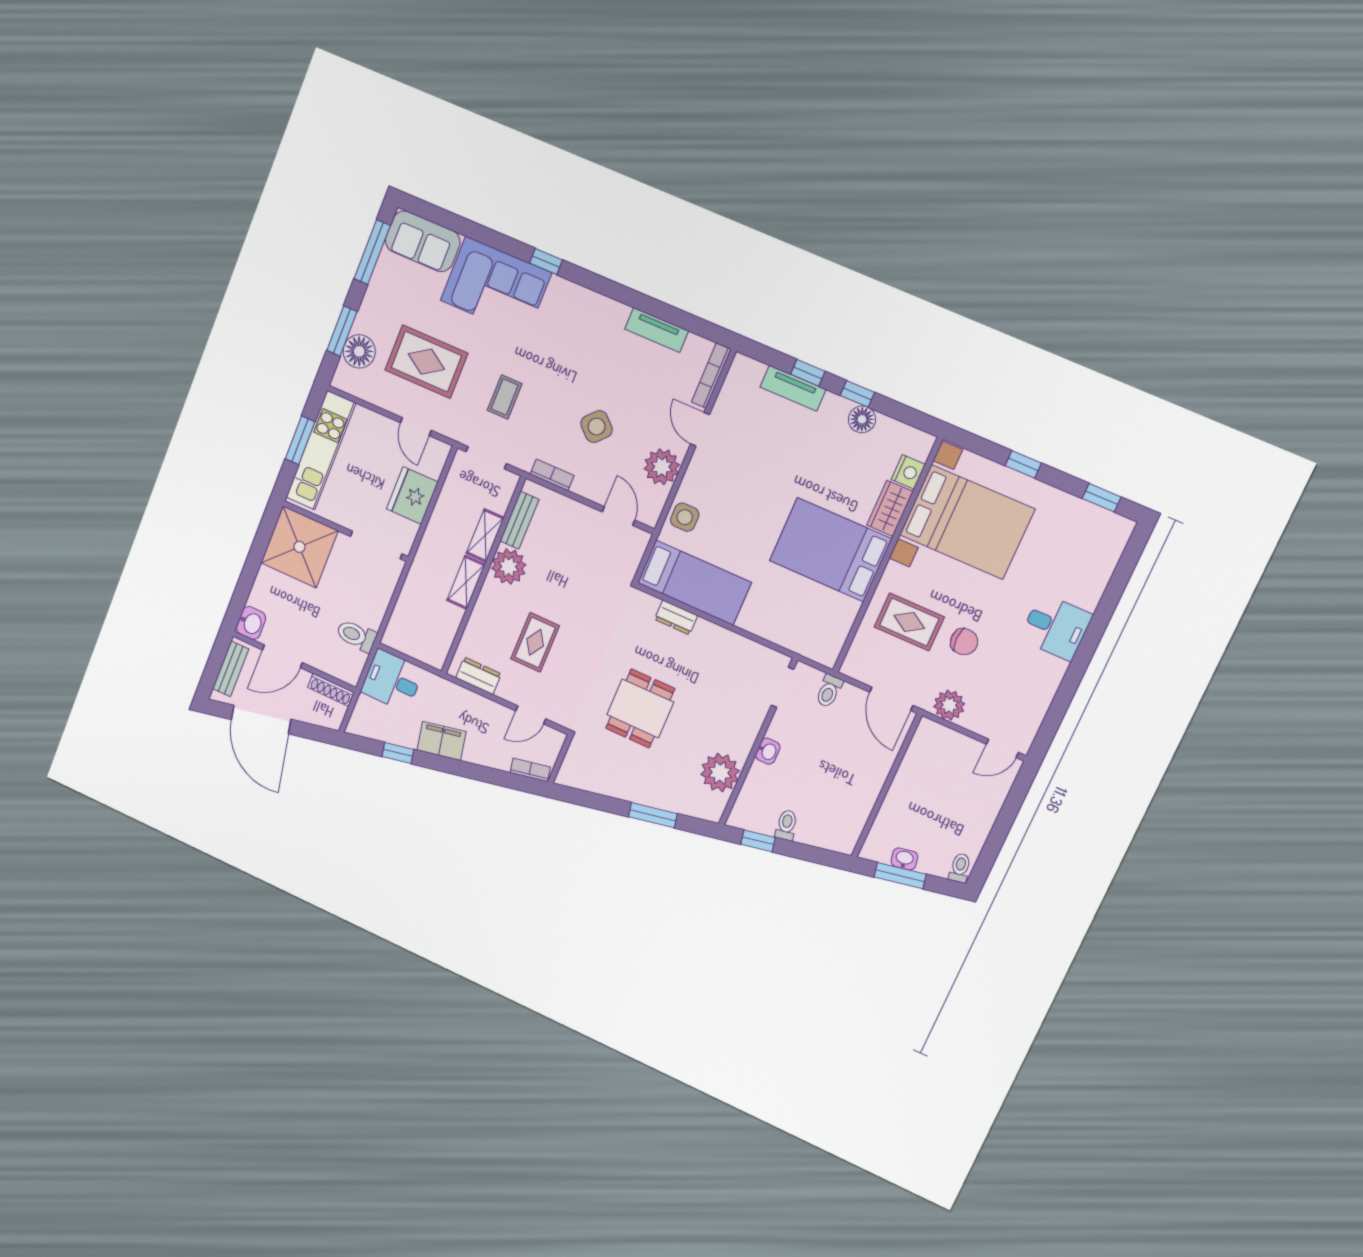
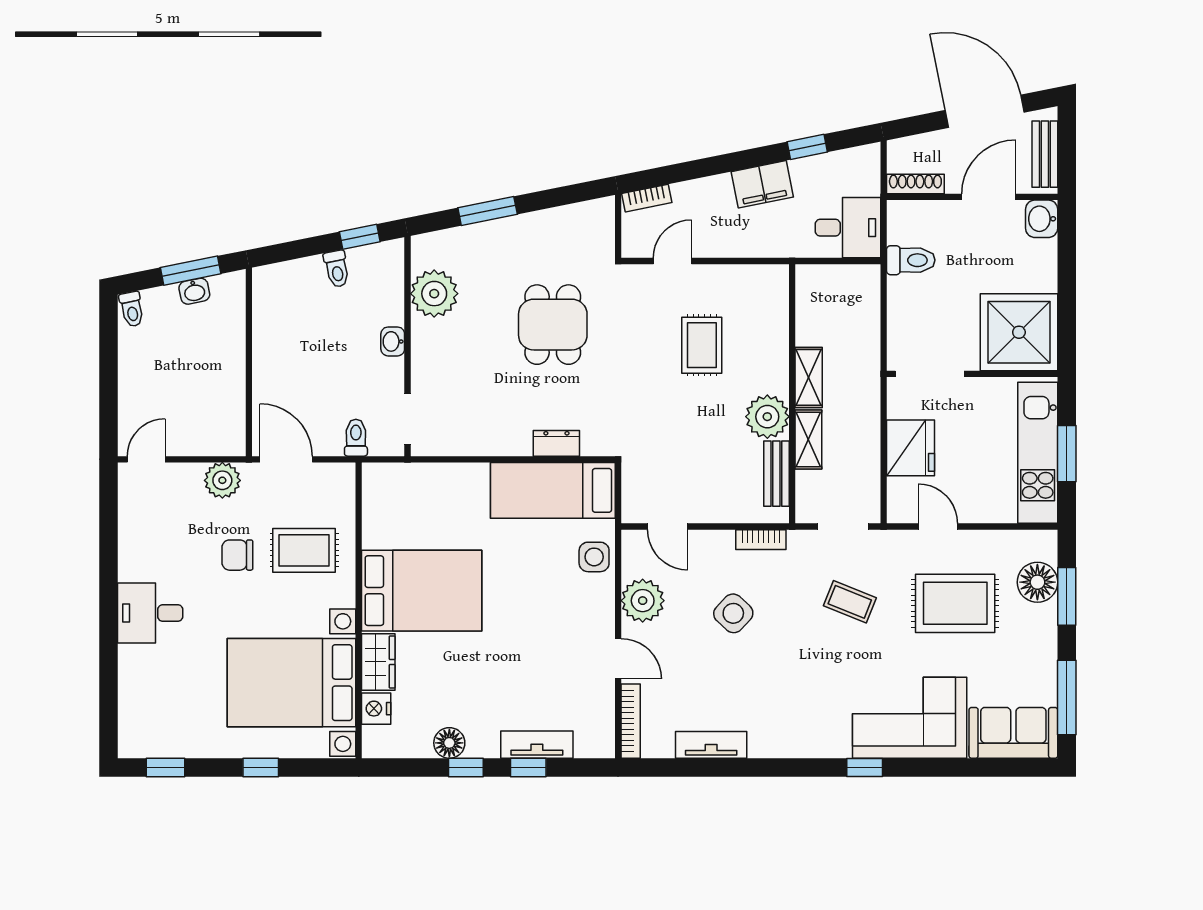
coffee table: (505, 397) -> (850, 602), turned -68
dresser: (478, 676) -> (750, 278), removed

